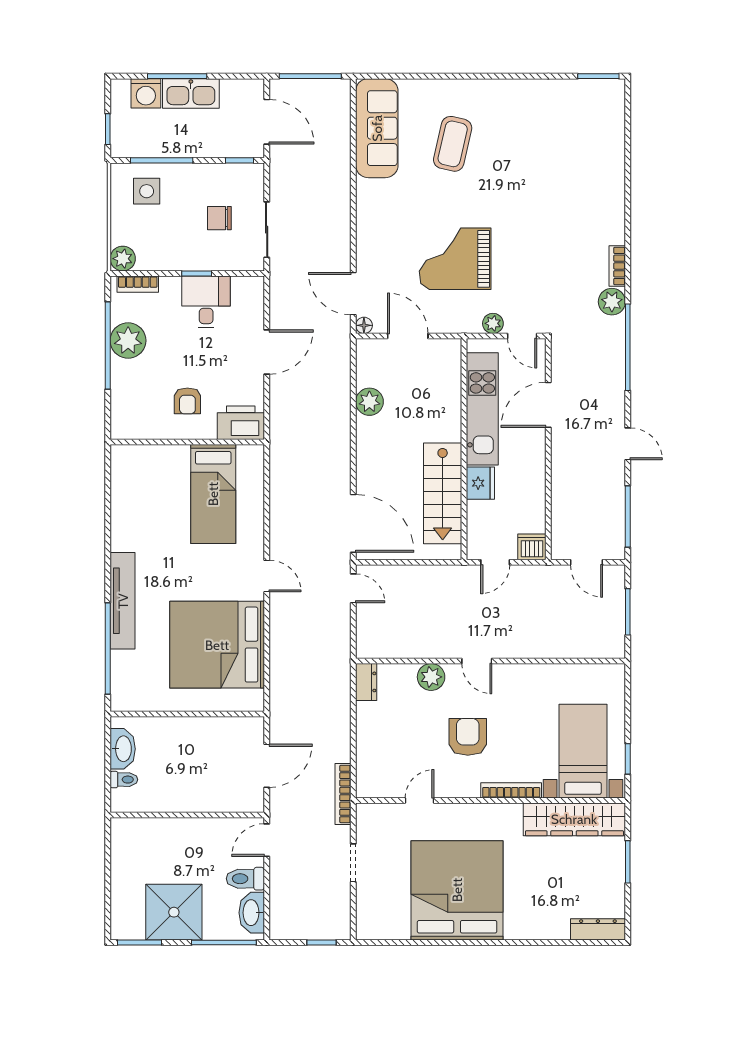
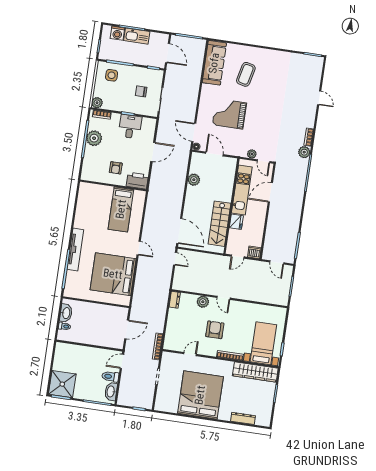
grand piano: (455, 259) -> (229, 114), moved
door: (628, 444) -> (319, 98), moved
shower: (174, 912) -> (62, 384), moved
dresser: (598, 929) -> (243, 418), moved

